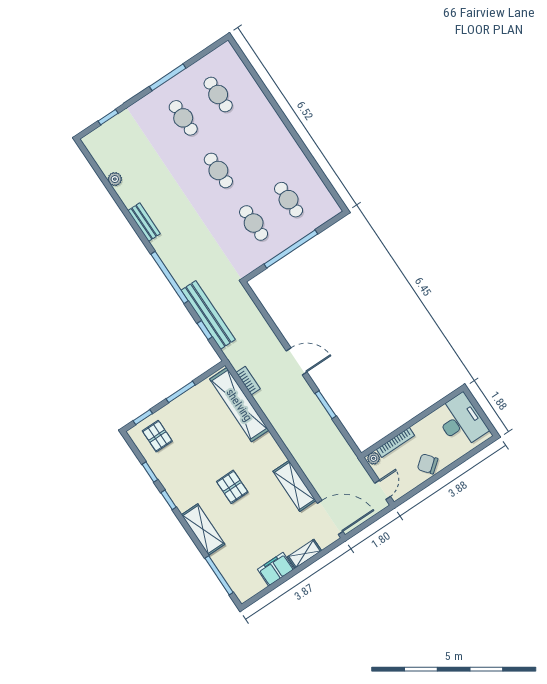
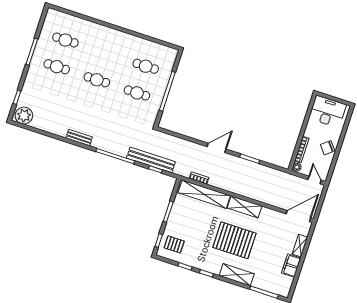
plant: (115, 179) -> (24, 116), moved, width x1.87, depth x1.87
shelving: (294, 486) -> (245, 207), moved
pallet: (232, 487) -> (234, 240), width x2.05, depth x2.00

